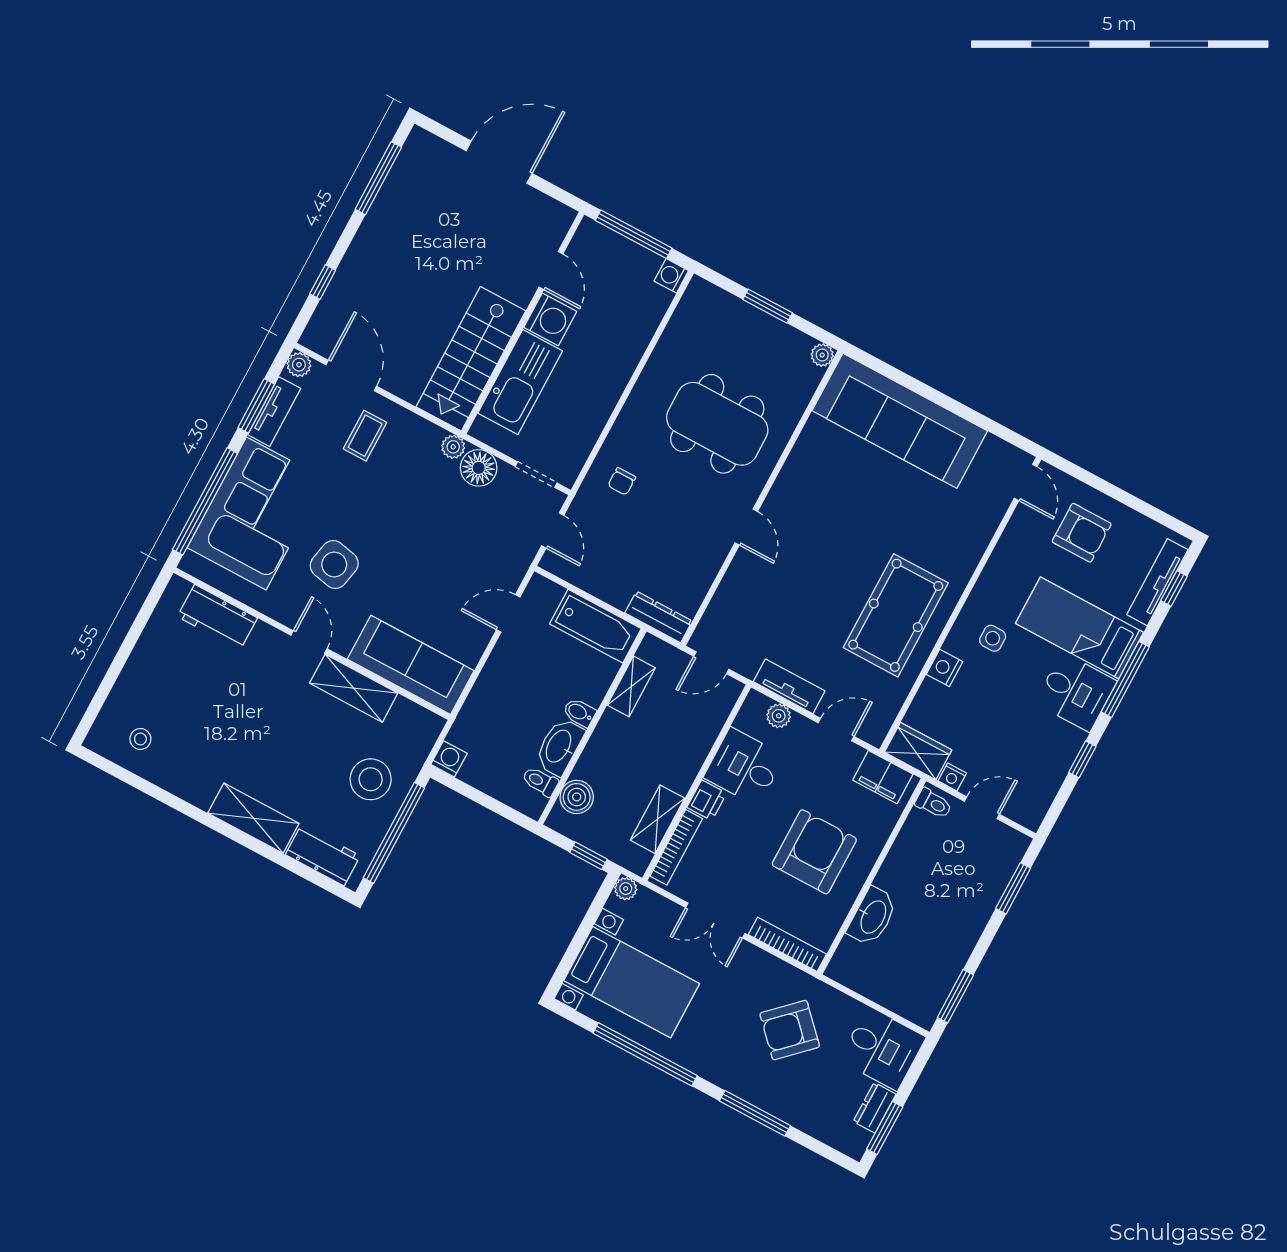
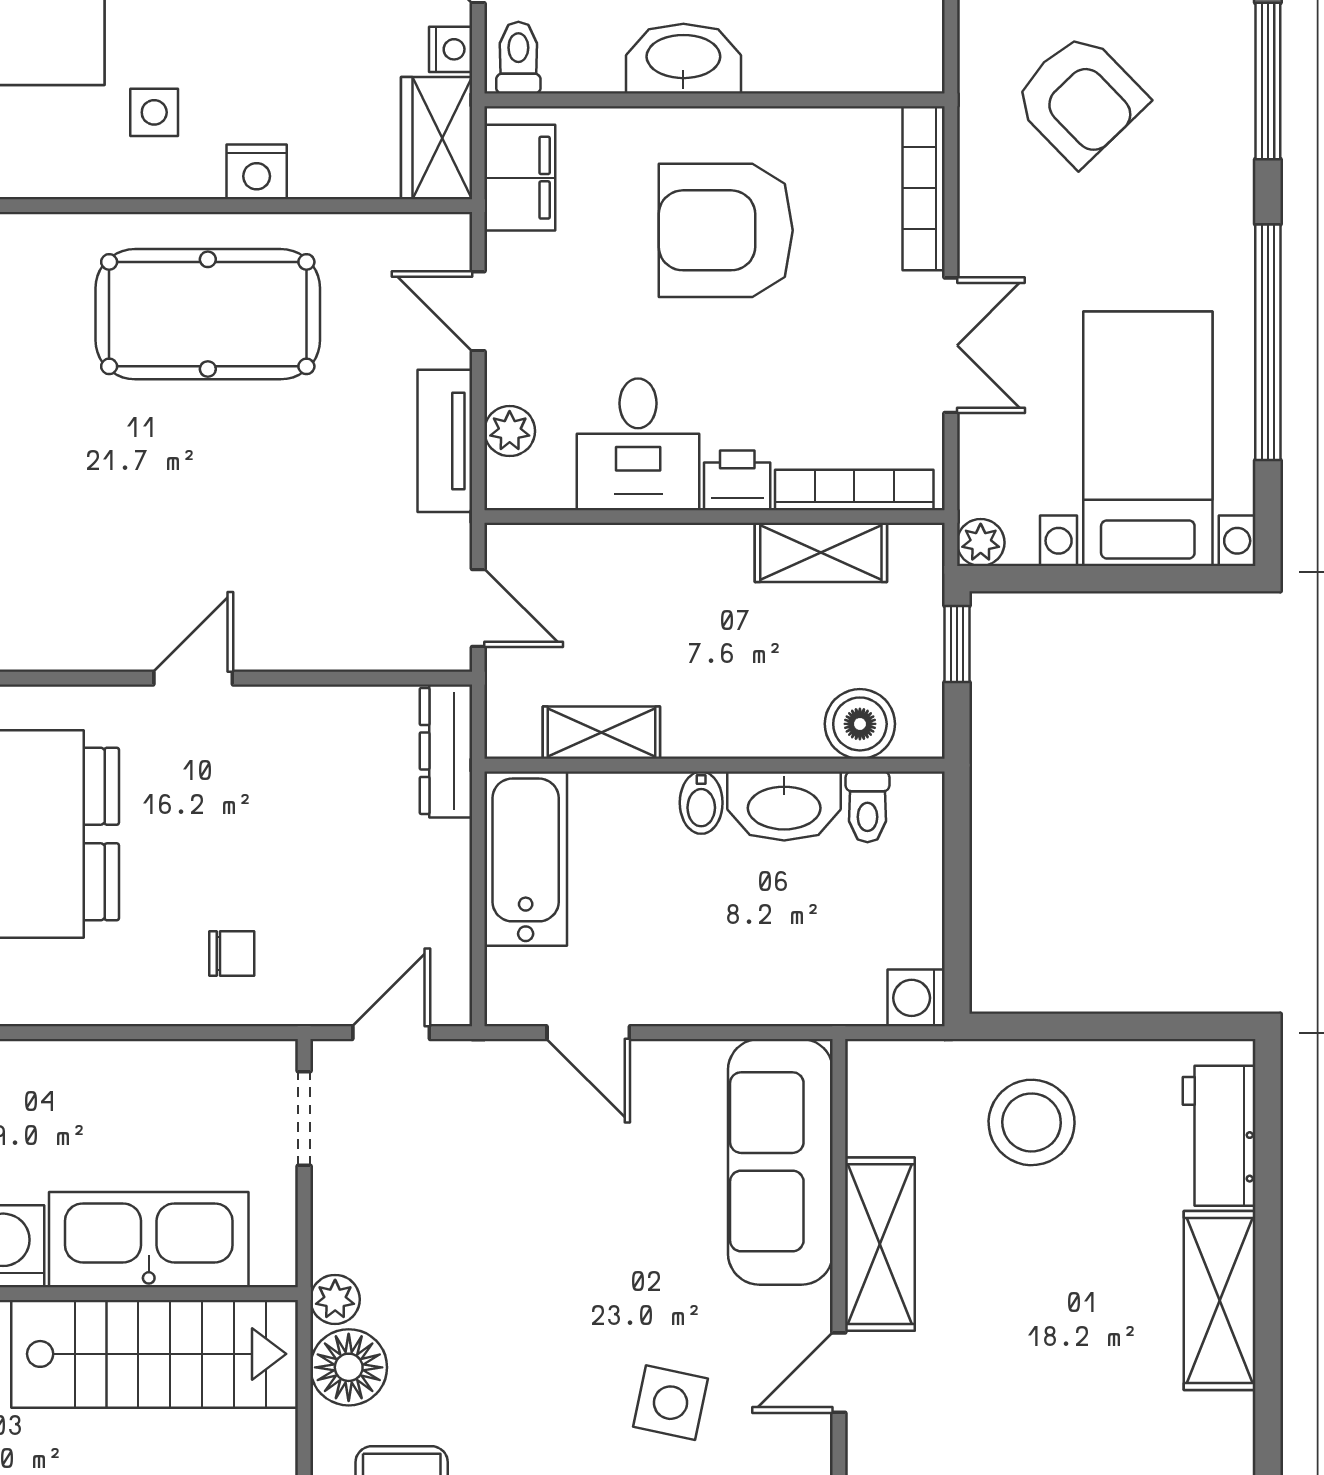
floor lamp: (479, 468) -> (349, 1367), moved
side table: (334, 565) -> (670, 1403), width x0.73, depth x0.73
window: (394, 833) -> (1107, 1026), removed
washbasin: (872, 917) -> (683, 59), moved

